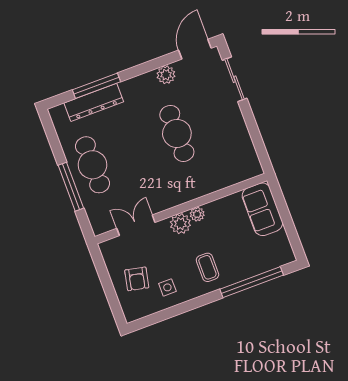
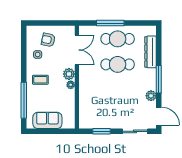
window: (96, 86) -> (159, 79), moved
cafe table: (177, 133) -> (118, 64), moved
window: (255, 135) -> (101, 131), added
sofa: (262, 209) -> (47, 120), moved
double door: (136, 225) -> (77, 50), width x1.37

